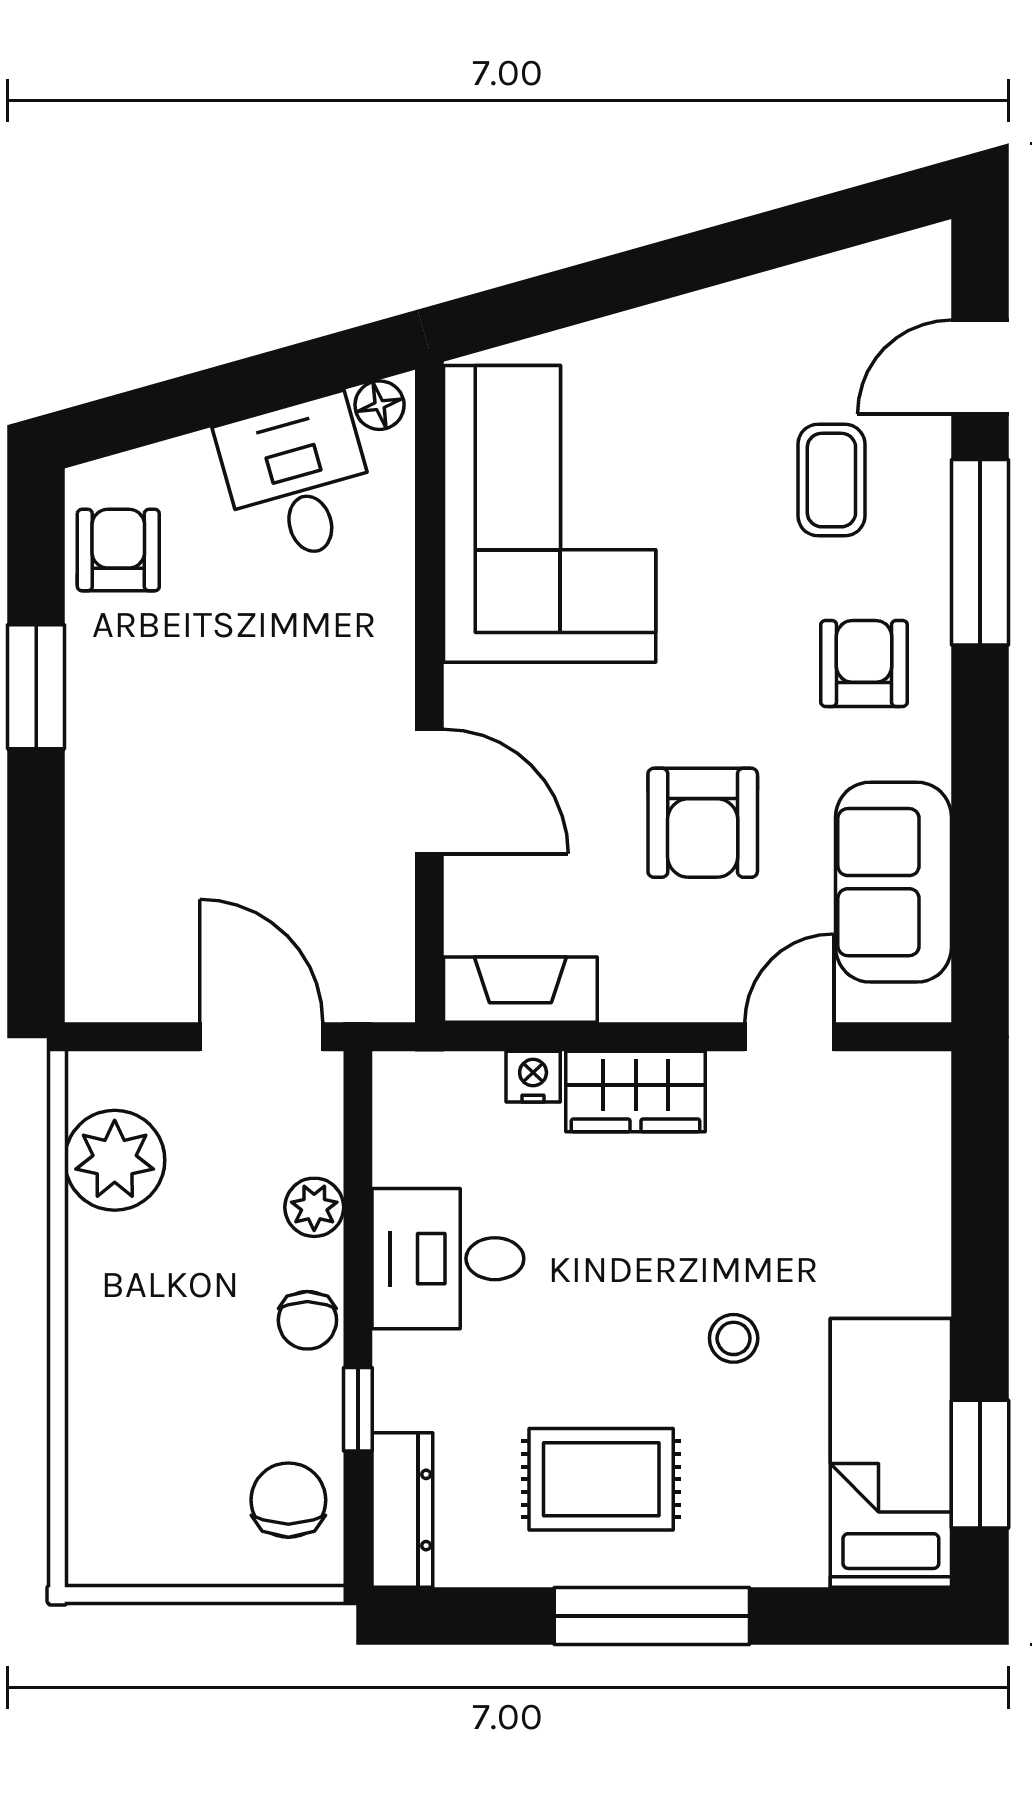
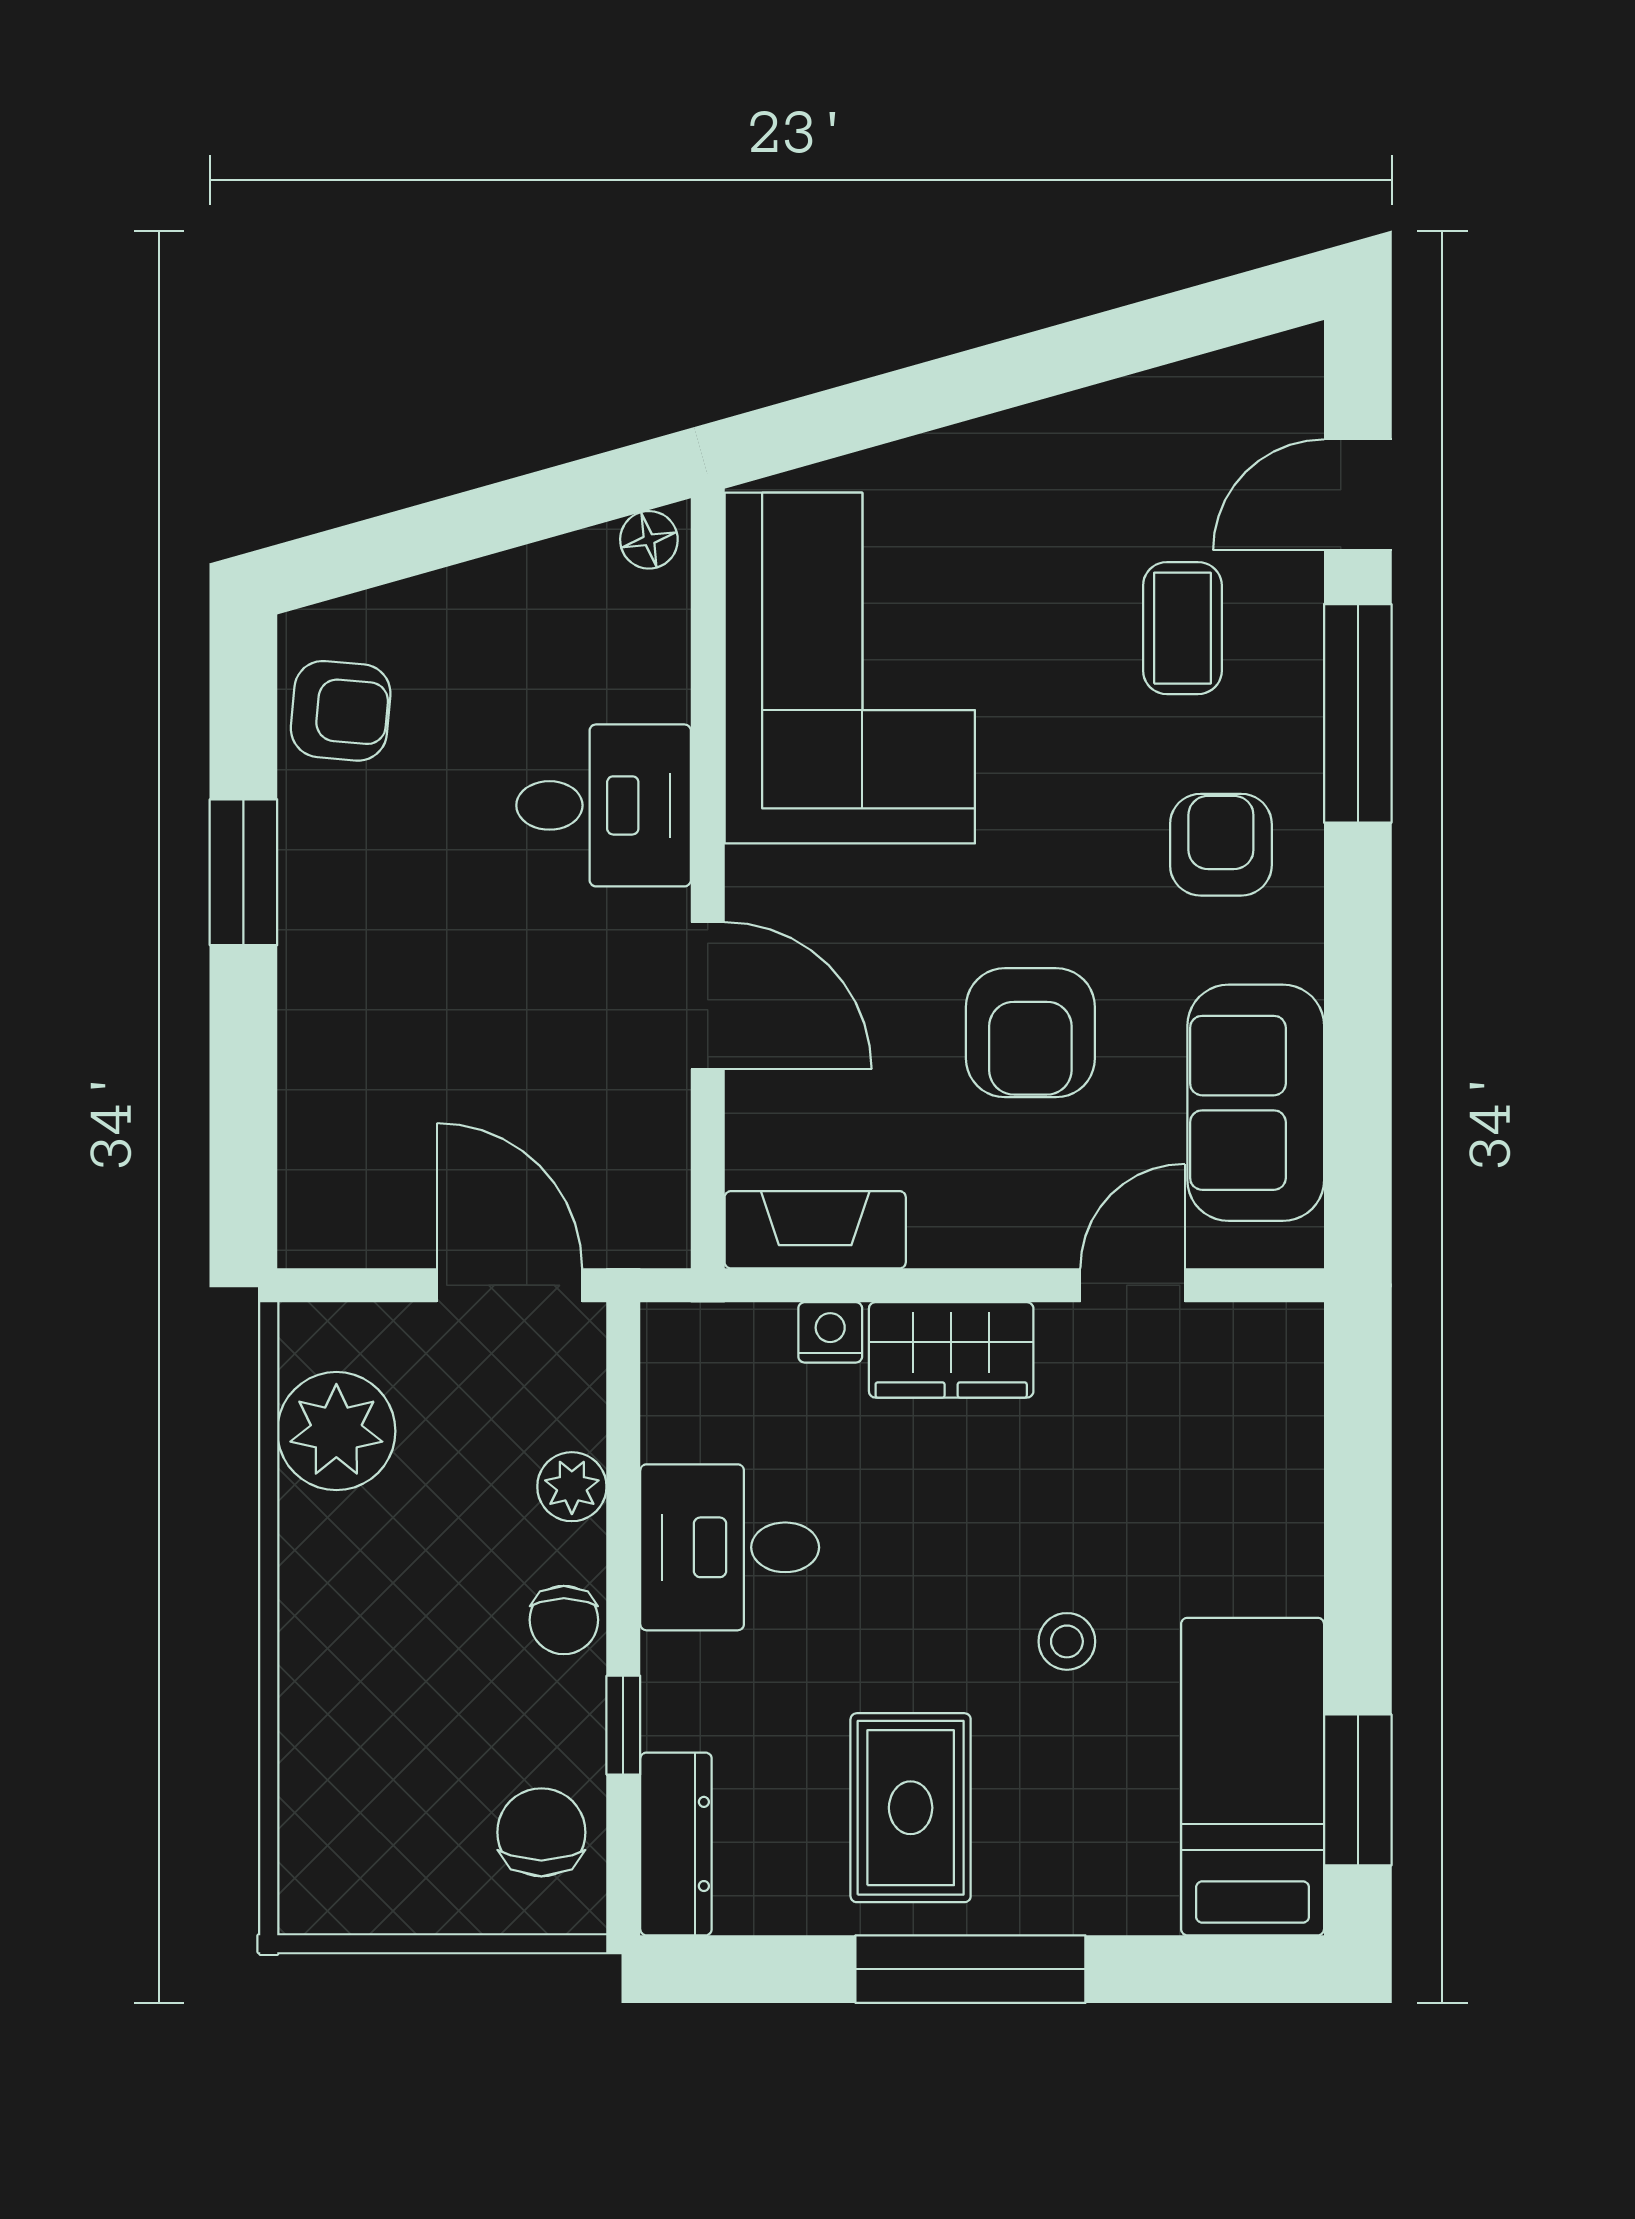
desk: (298, 480) -> (604, 805), moved, turned 106
armchair: (118, 550) -> (341, 711), turned 95
rug: (601, 1479) -> (911, 1808), turned 90

